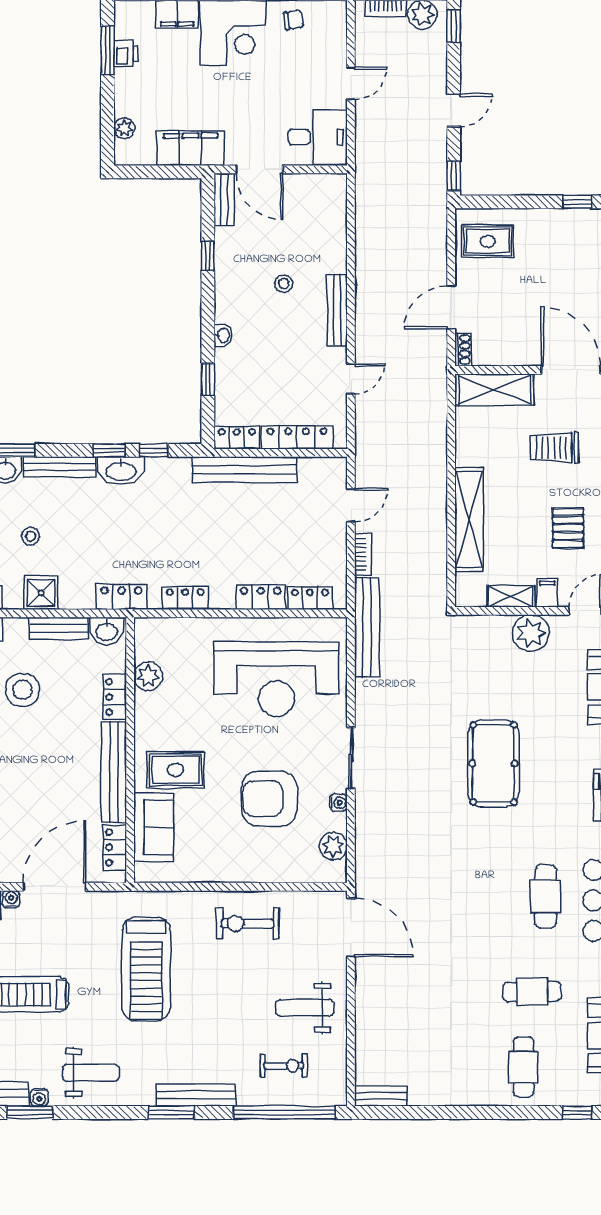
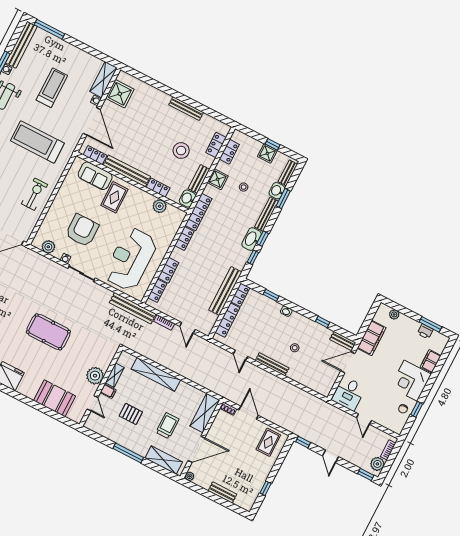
locker: (121, 597) -> (199, 212), width x1.53

